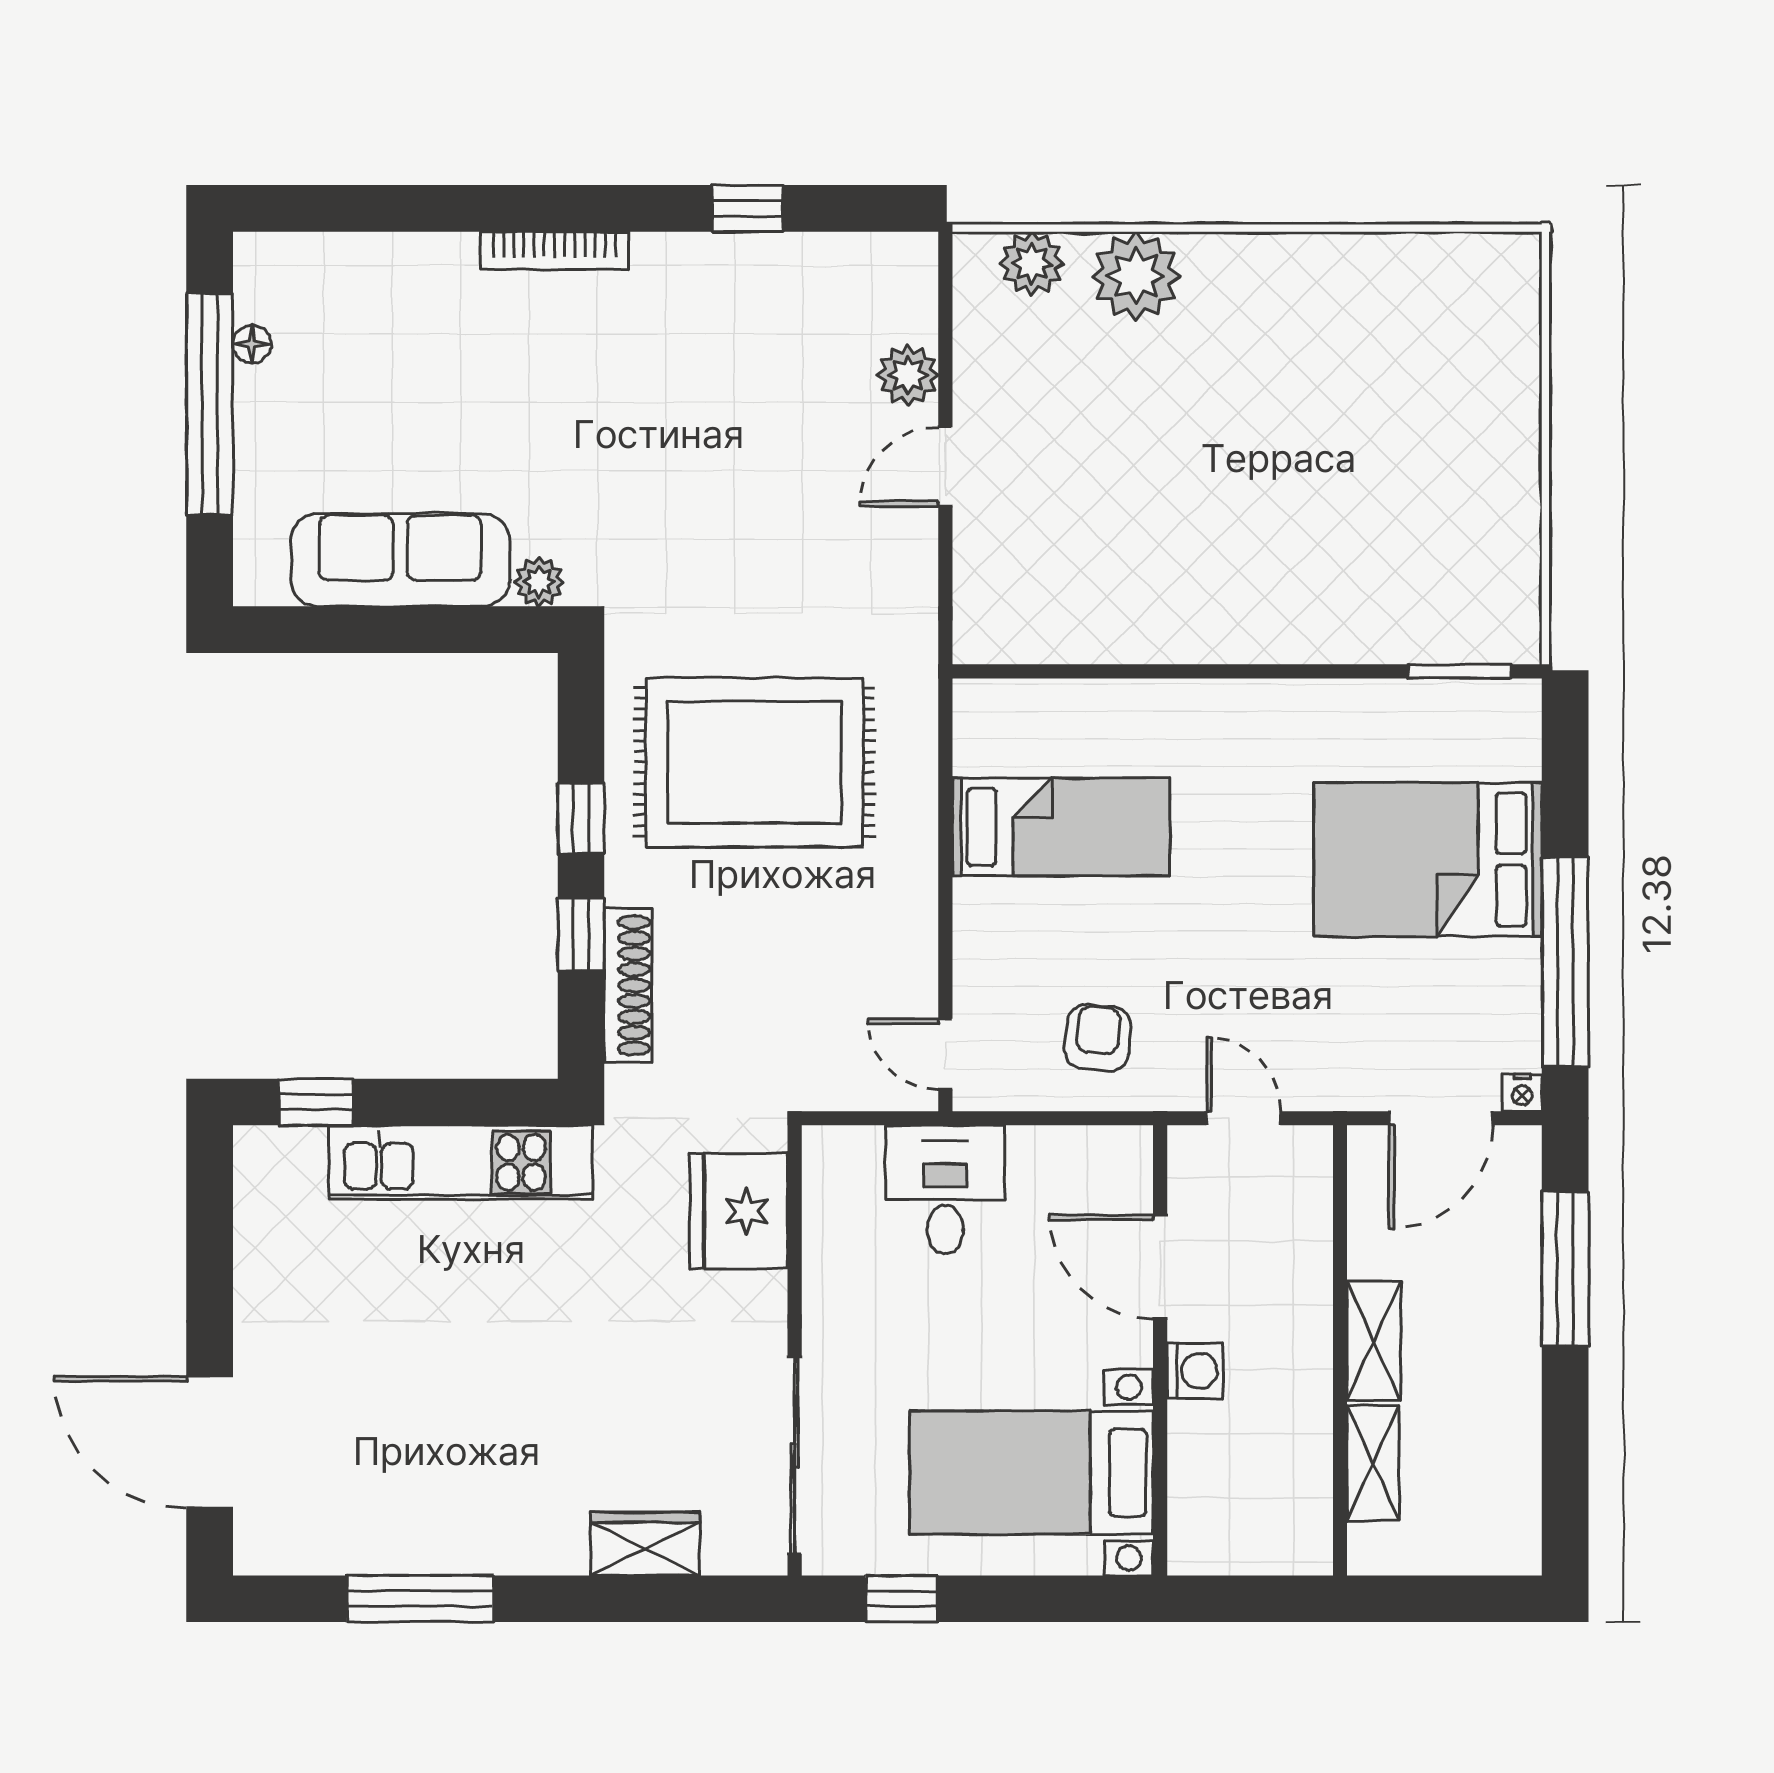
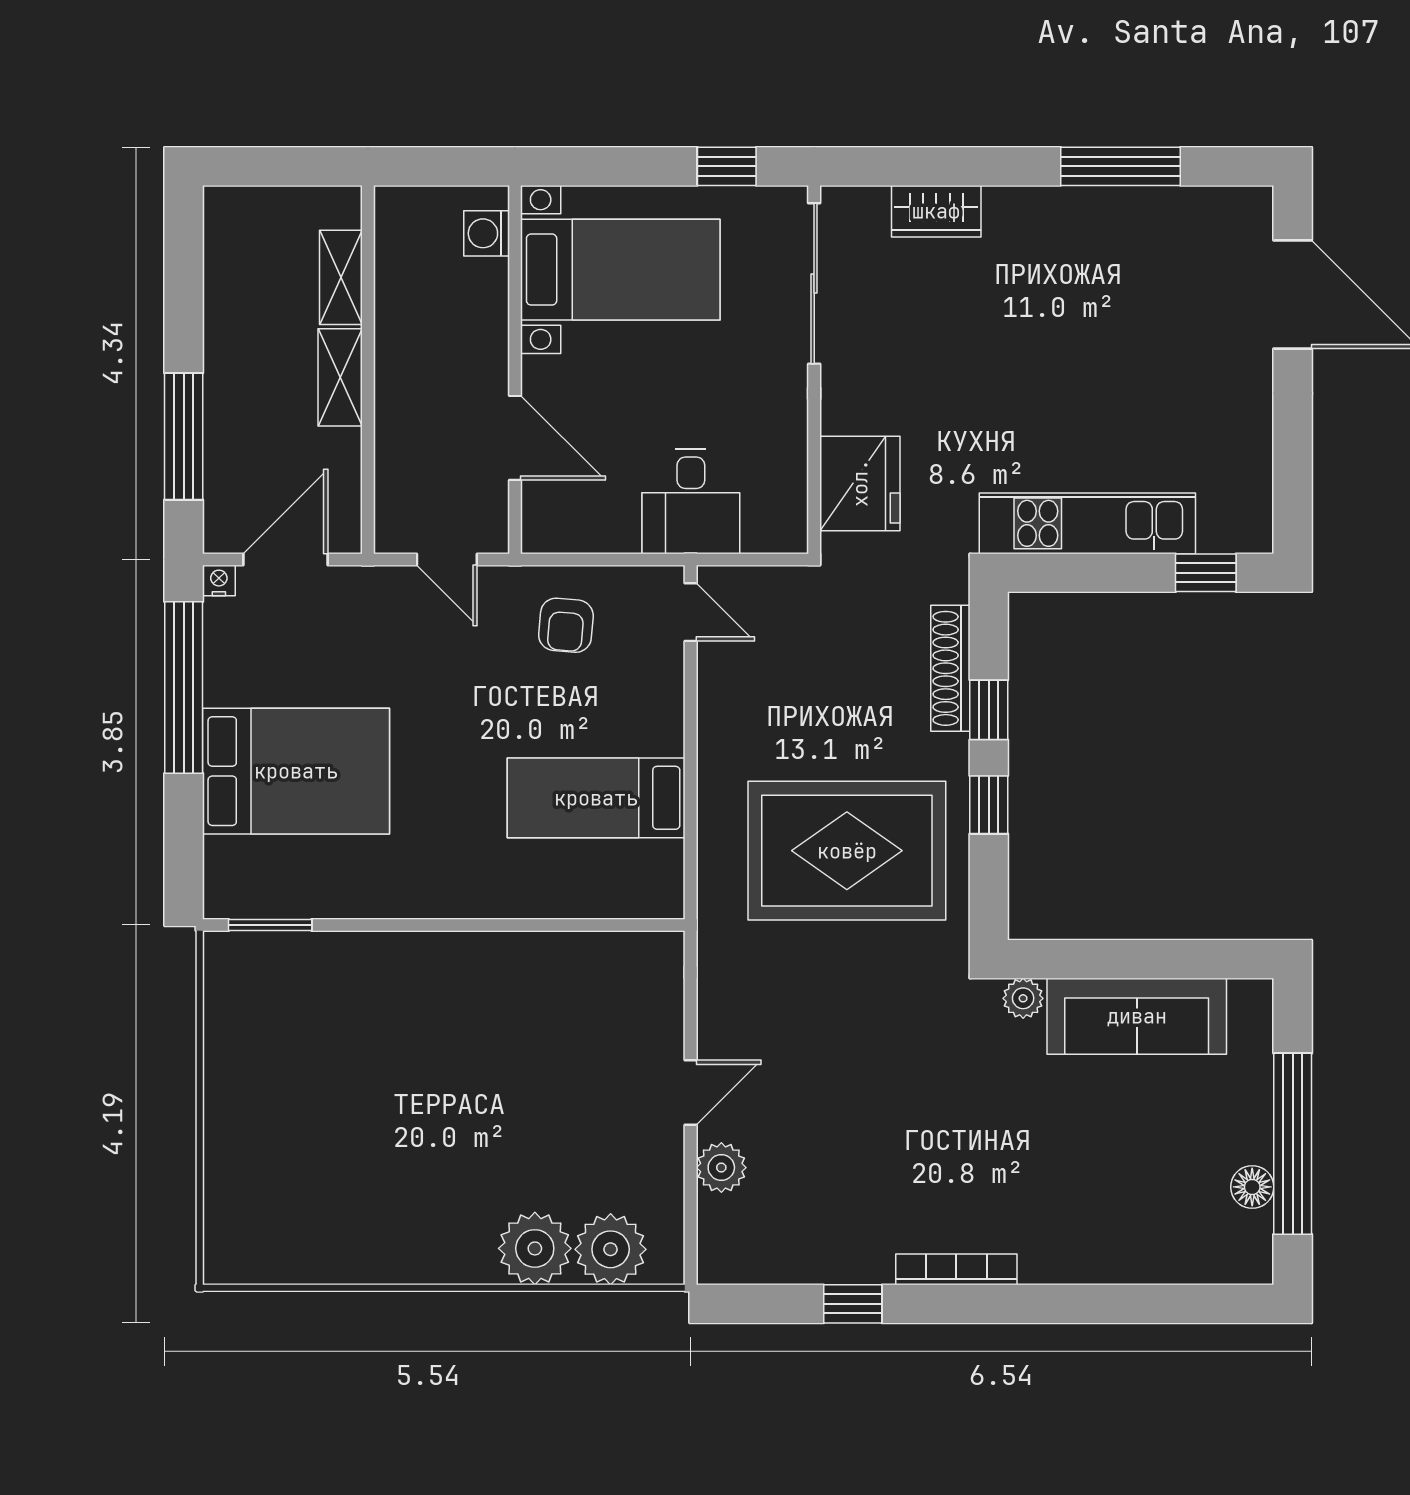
bookcase: (554, 251) -> (956, 1269), moved
plant: (1032, 263) -> (611, 1249), width x1.36, depth x1.36
floor lamp: (252, 344) -> (1252, 1187), width x1.37, depth x1.37
washing machine: (1195, 1371) -> (487, 233), moved

